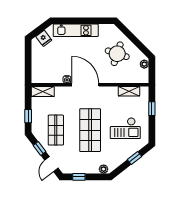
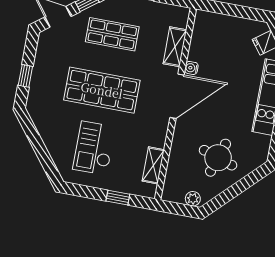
shelving: (43, 92) -> (175, 47), moved
window: (135, 158) -> (43, 154), removed
plant: (104, 169) -> (34, 100), removed
window: (79, 177) -> (25, 76), moved

